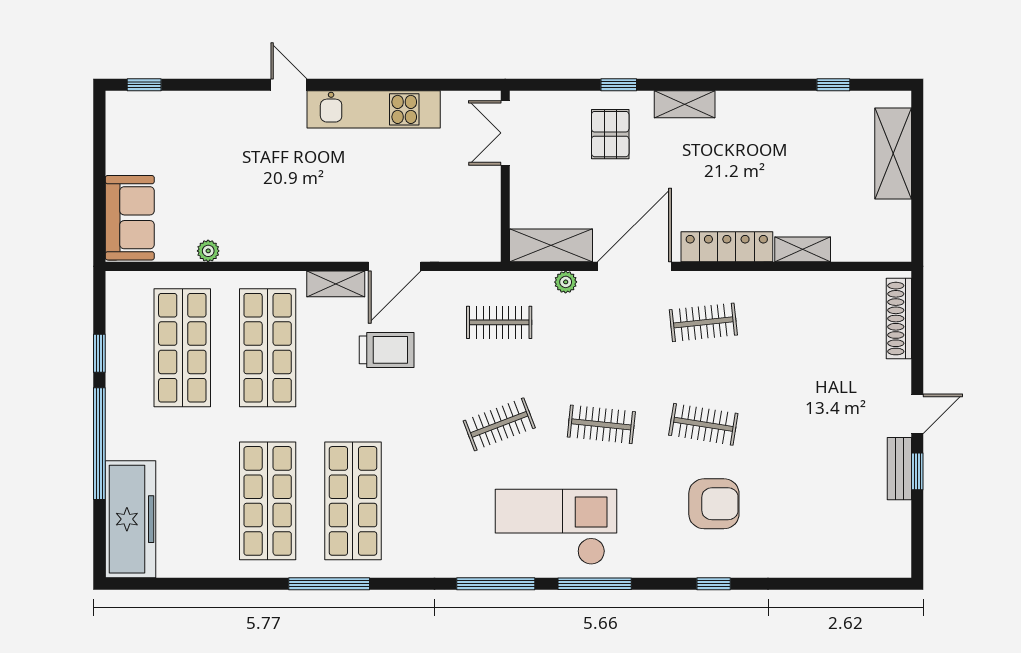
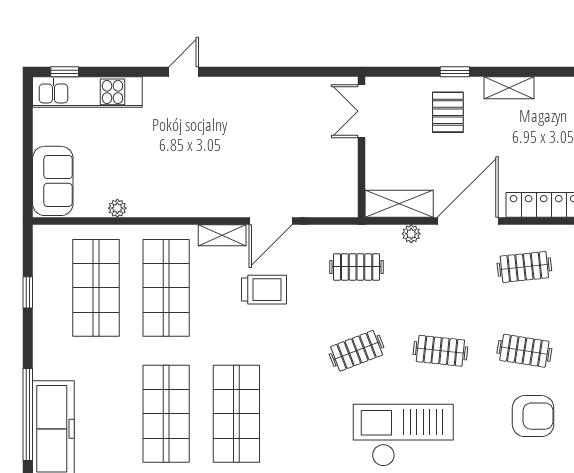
door: (289, 85) -> (184, 72), hinge flipped
kitchen unit: (374, 109) -> (87, 92), moved
window: (99, 444) -> (28, 414), moved

